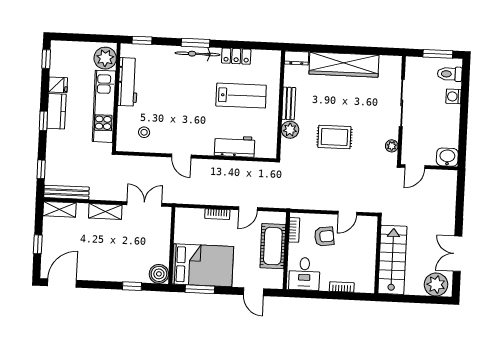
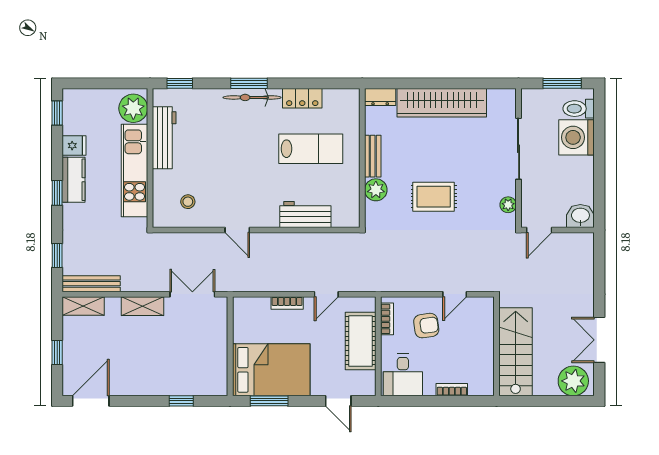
washing machine: (454, 96) -> (577, 137), width x1.89, depth x1.89
boiler: (159, 274) -> (215, 384), removed

